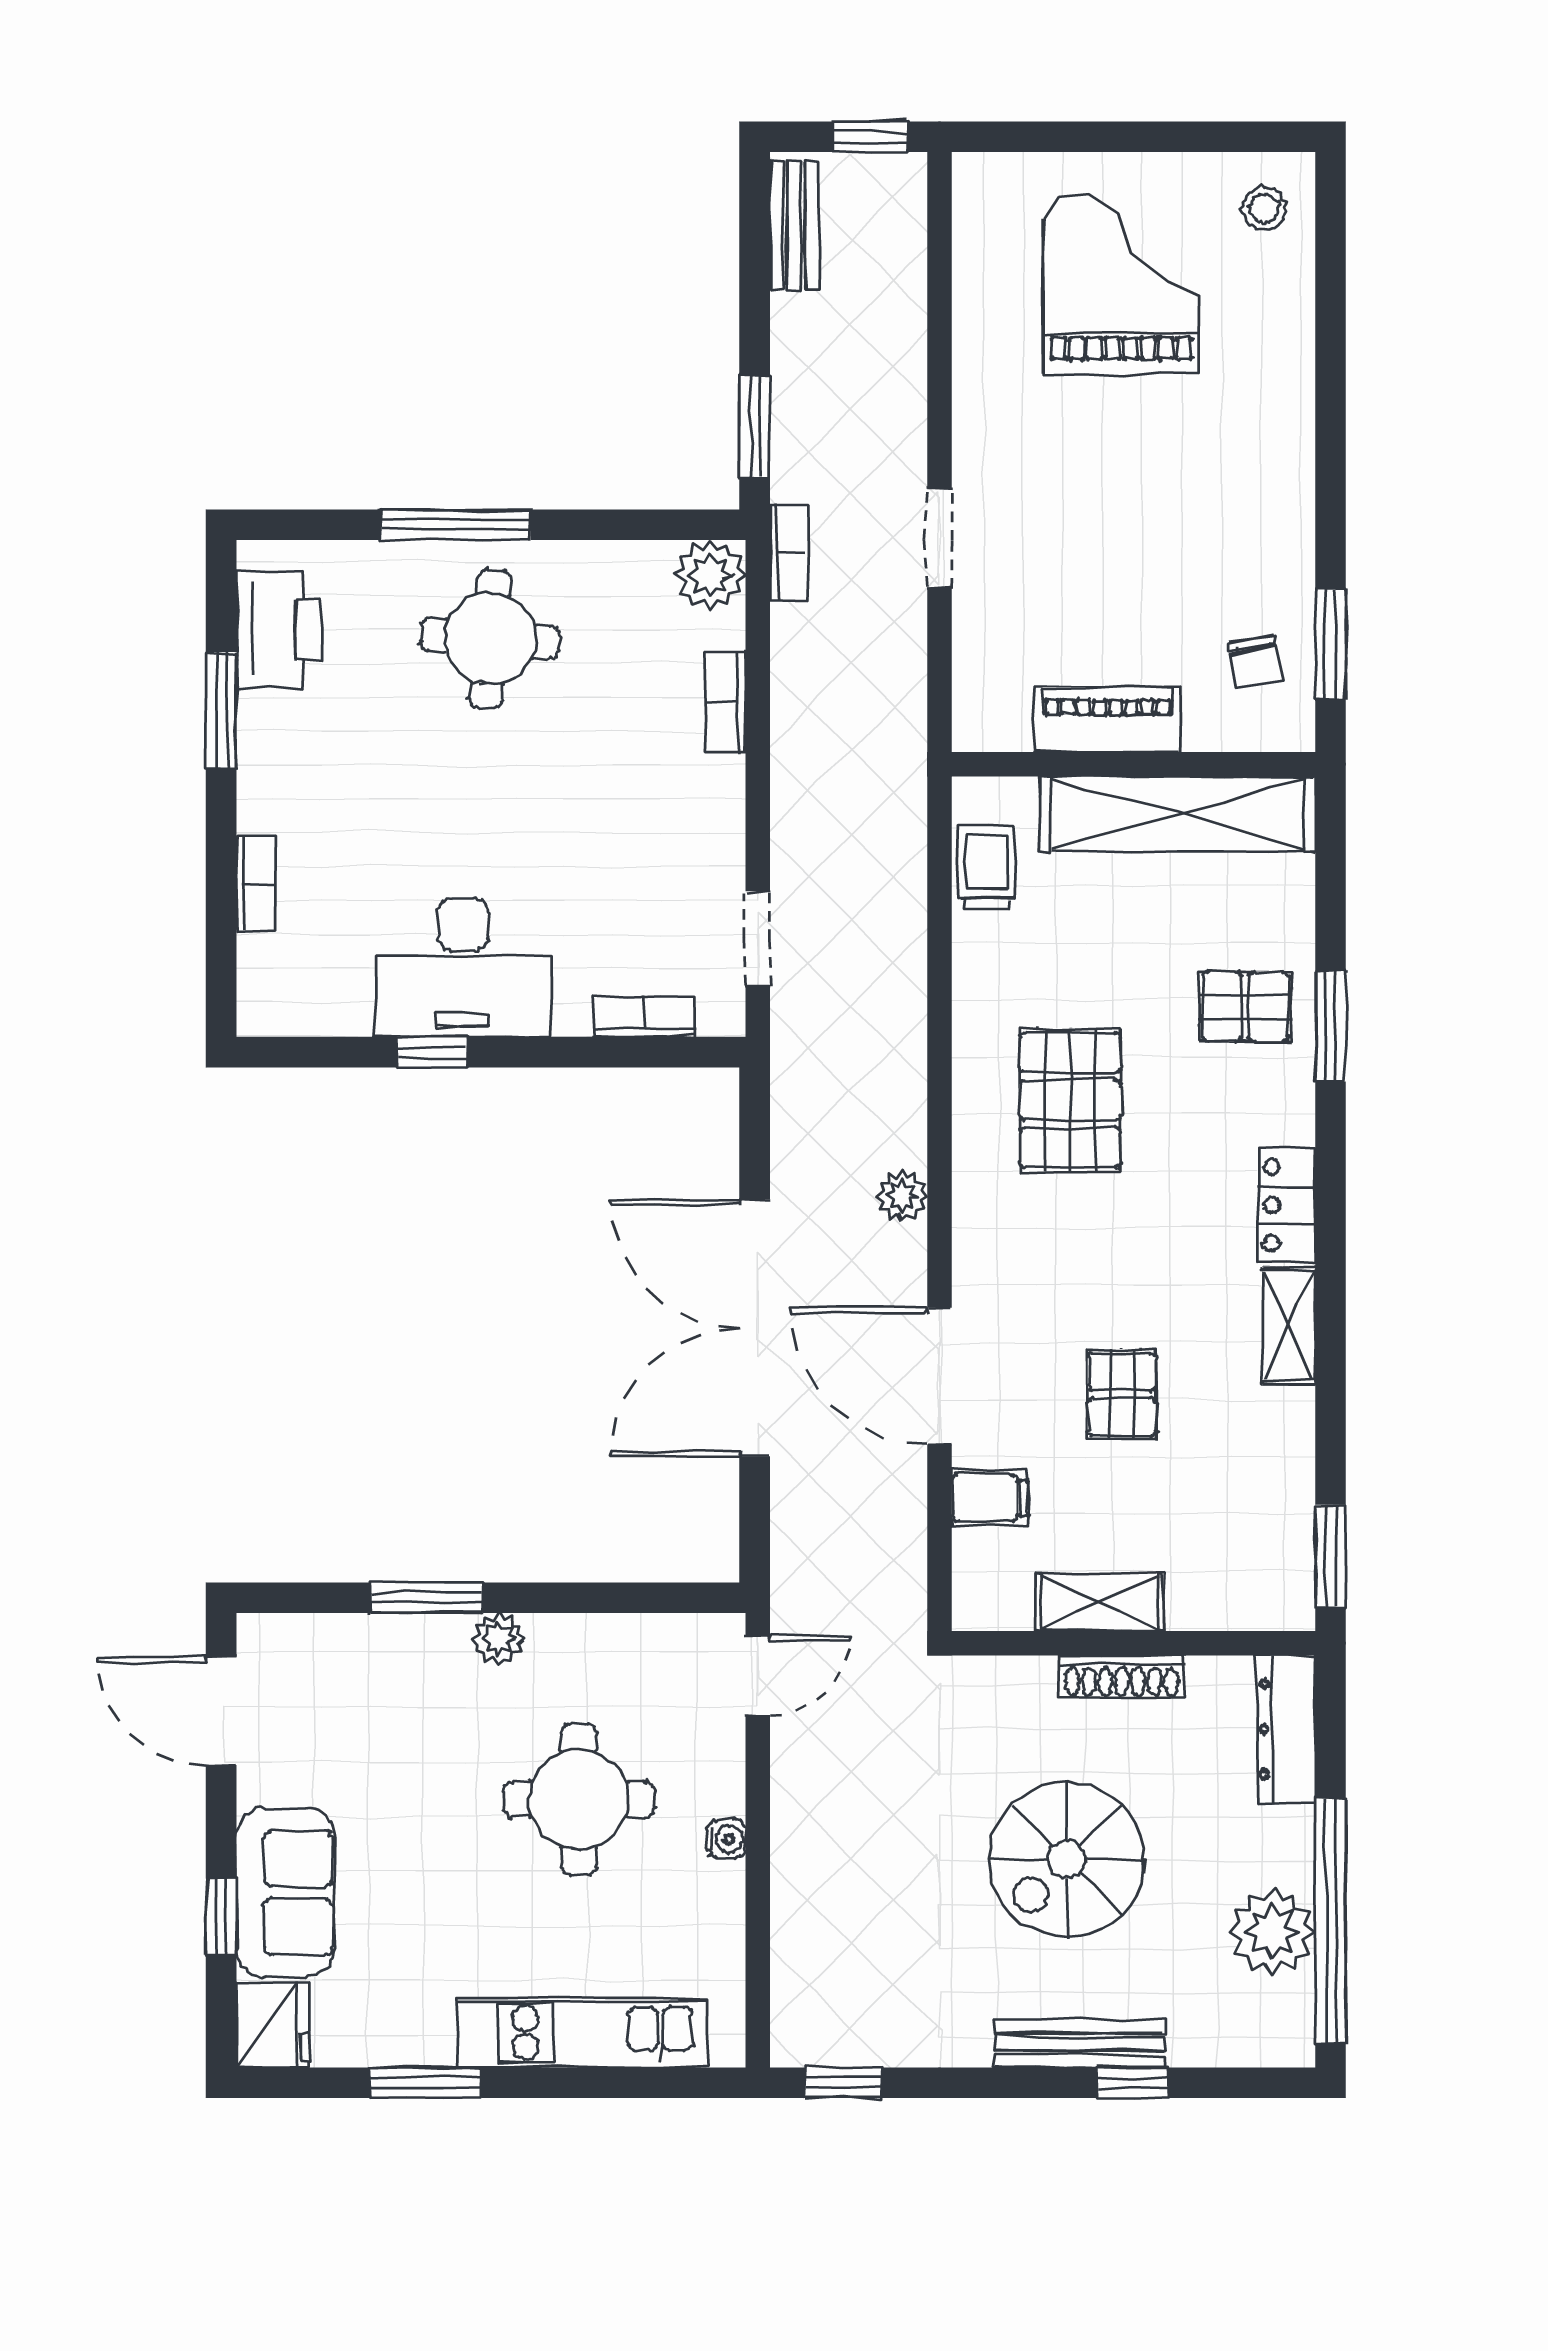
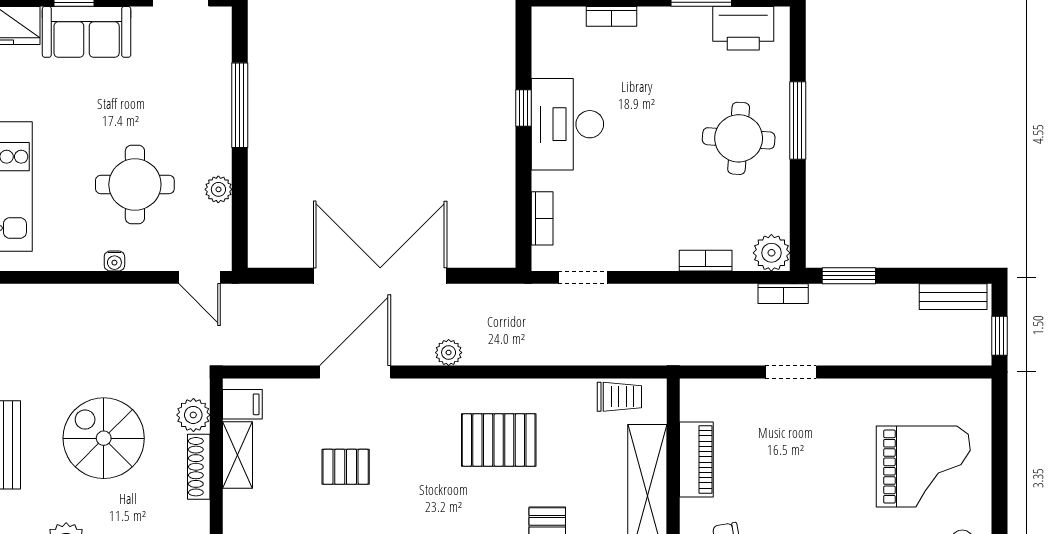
filing cabinet: (990, 1498) -> (242, 404), moved, turned -90
window: (426, 1598) -> (240, 105), width x1.44
plant: (498, 1639) -> (218, 189), moved
plant: (1022, 1687) -> (193, 415), added

